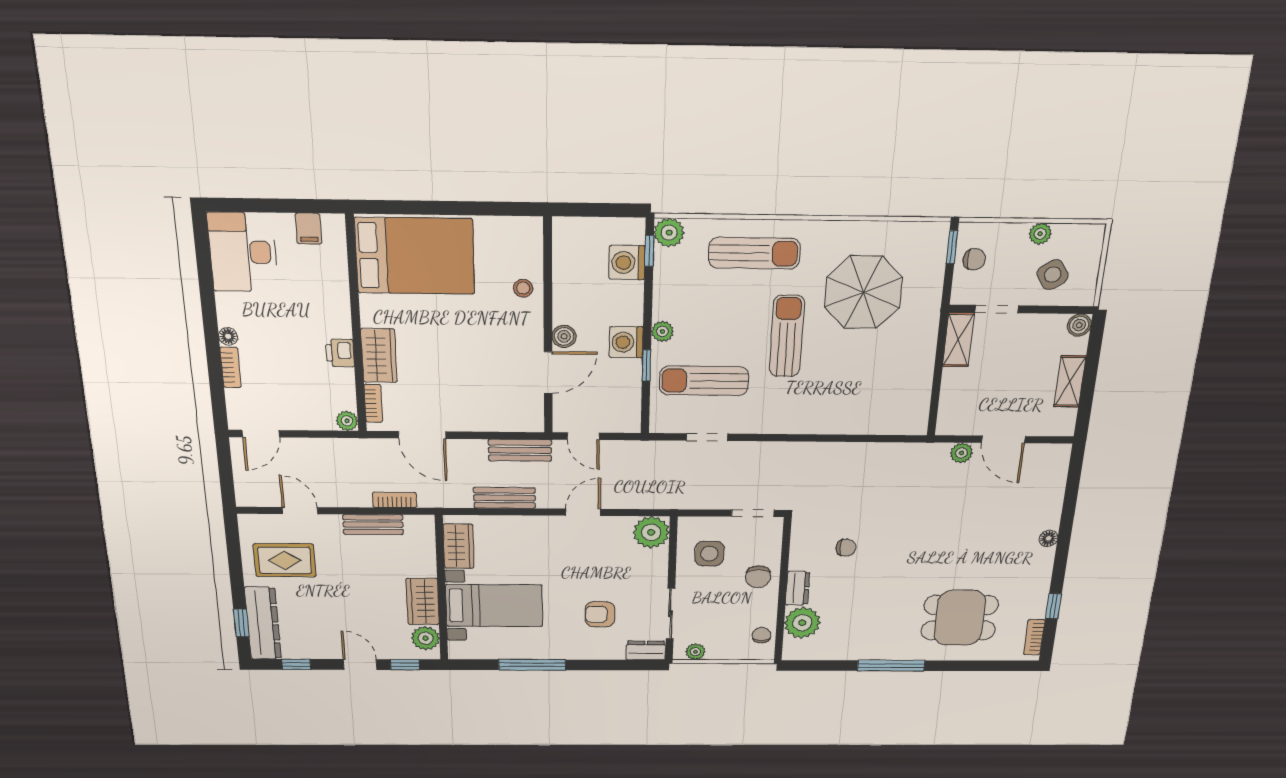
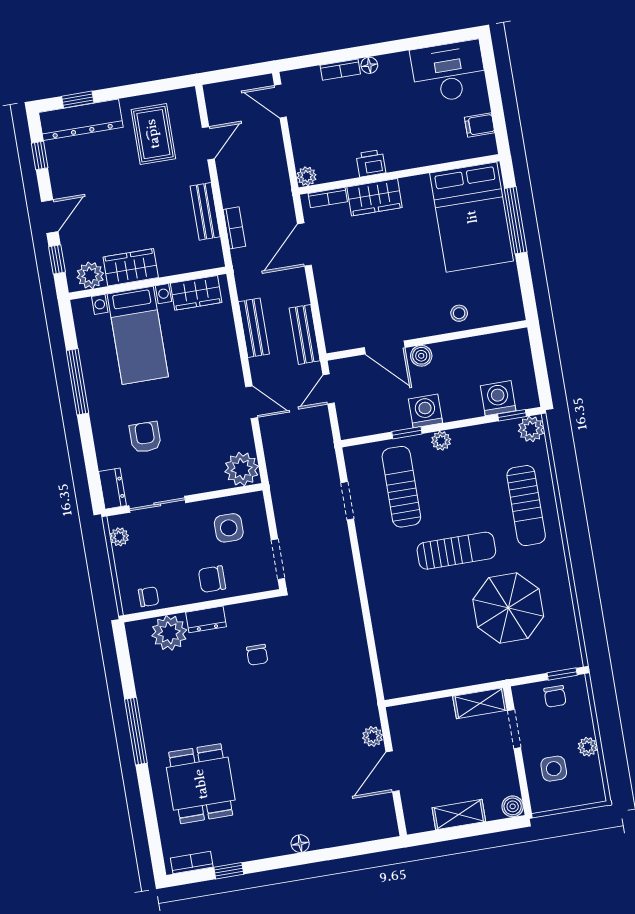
window: (425, 208) -> (516, 220), added
side table: (1053, 275) -> (554, 769), turned 34

